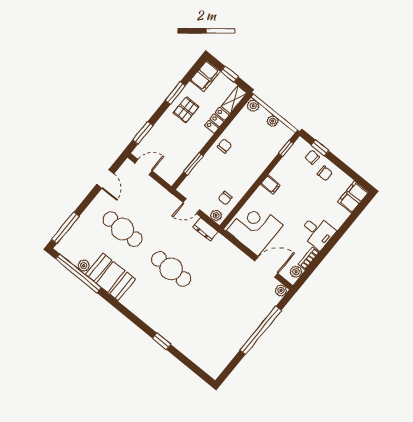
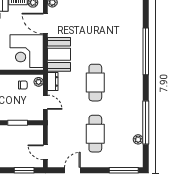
window: (78, 273) -> (146, 123), moved
booth: (111, 277) -> (59, 54), moved
window: (162, 341) -> (146, 51), width x3.17

